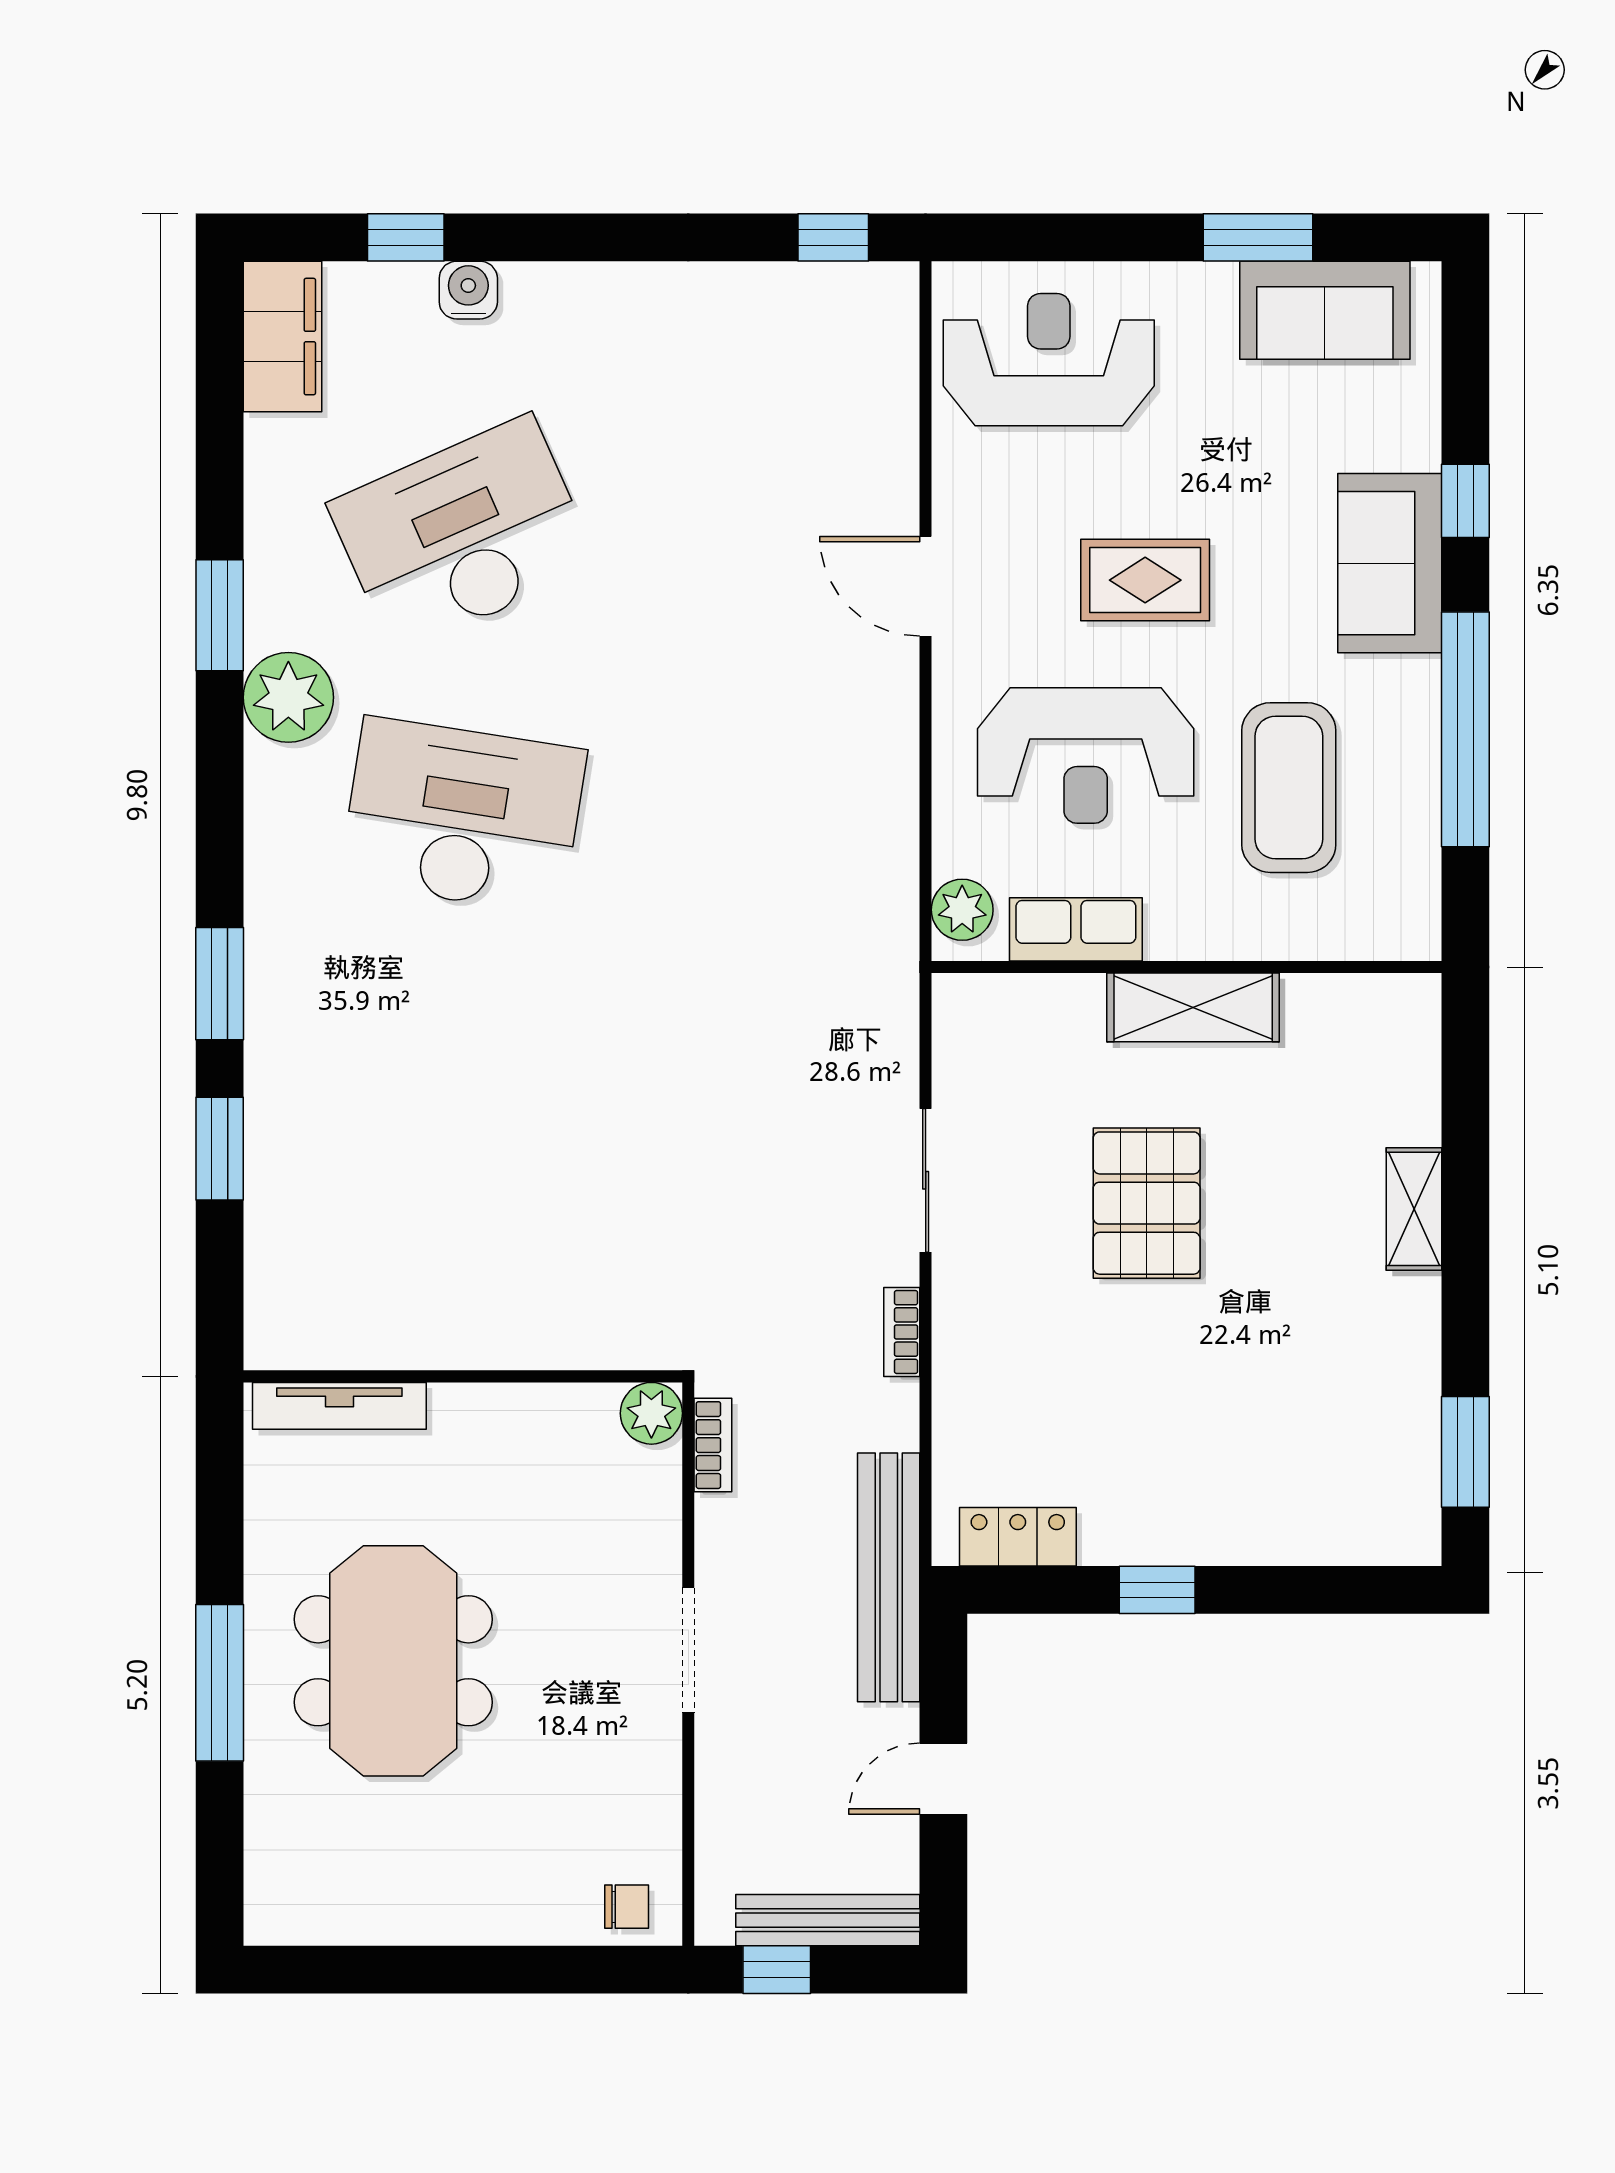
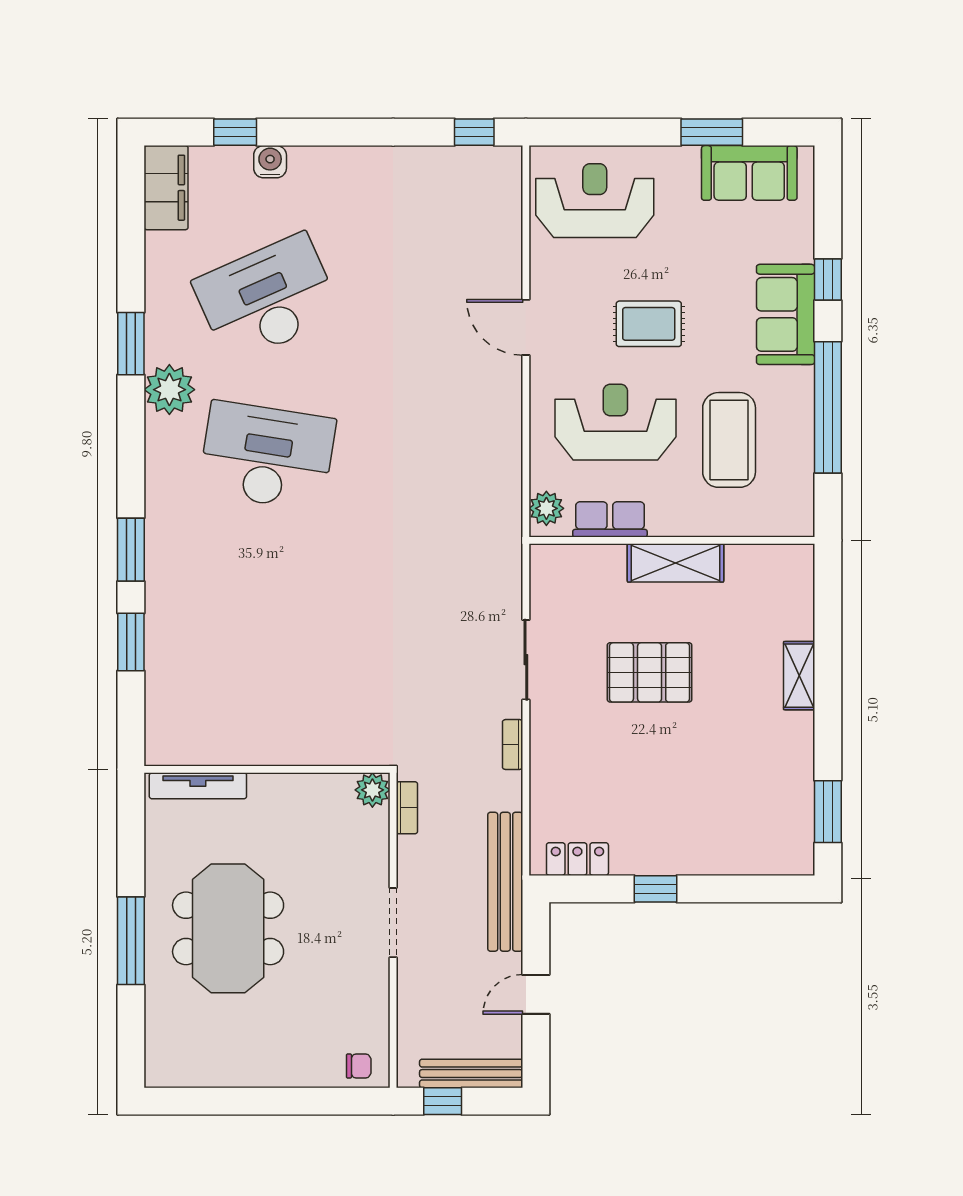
reception desk: (1086, 756) -> (615, 422), turned 180
pallet: (1147, 1203) -> (650, 672), turned 90

